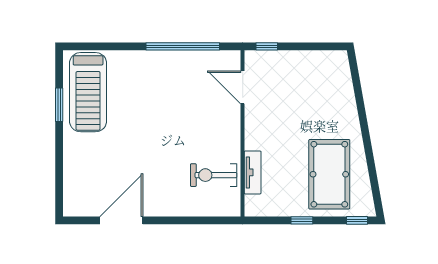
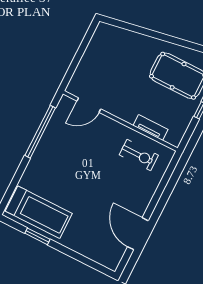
window: (267, 46) -> (69, 74), removed
exercise bike: (214, 175) -> (139, 155), turned -90

